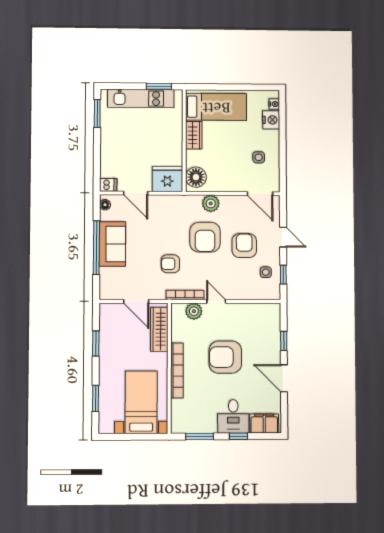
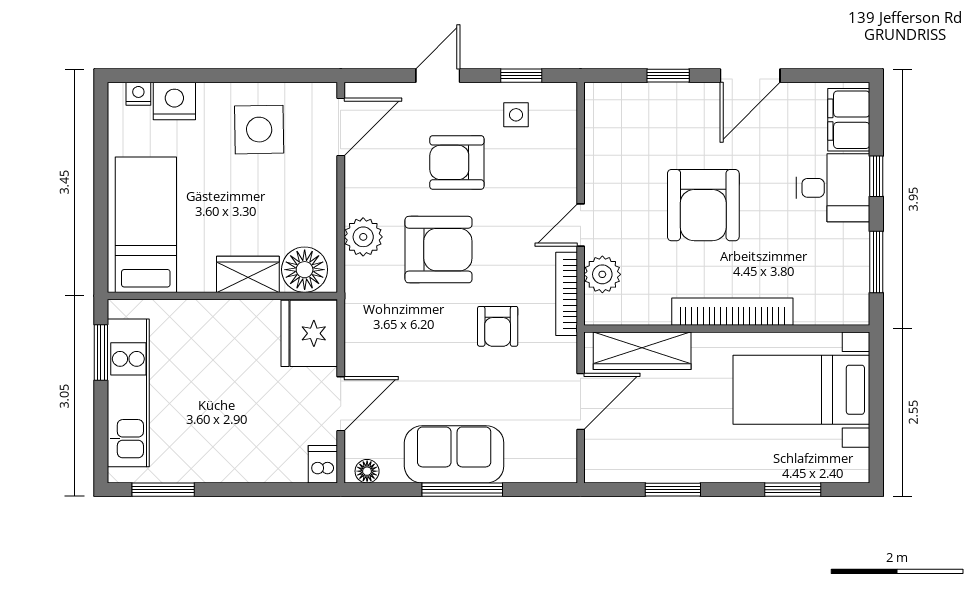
wardrobe: (194, 135) -> (248, 274), moved
side table: (259, 157) -> (259, 130), width x1.87, depth x1.87
window: (96, 248) -> (462, 490), width x0.68

